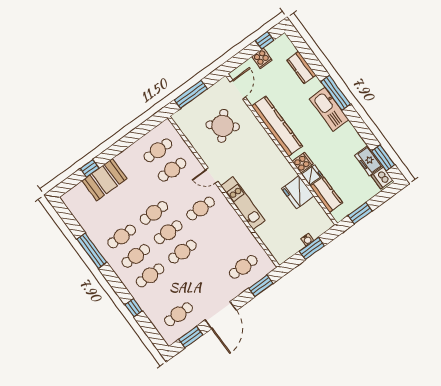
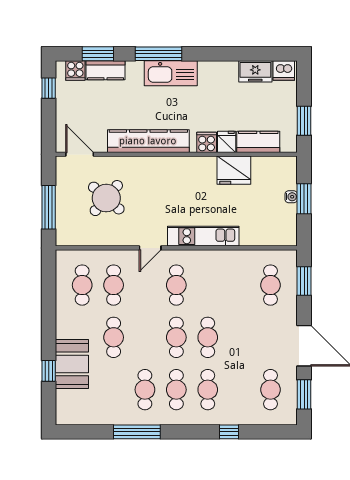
cooker: (262, 58) -> (75, 71), moved, turned 90
window: (383, 158) -> (98, 54), moved
cafe table: (154, 213) -> (114, 337), moved

